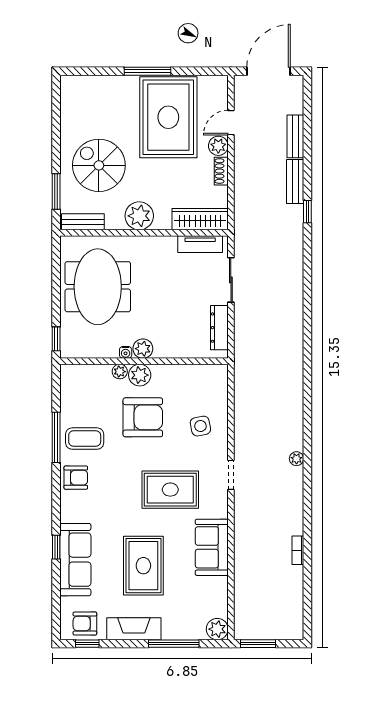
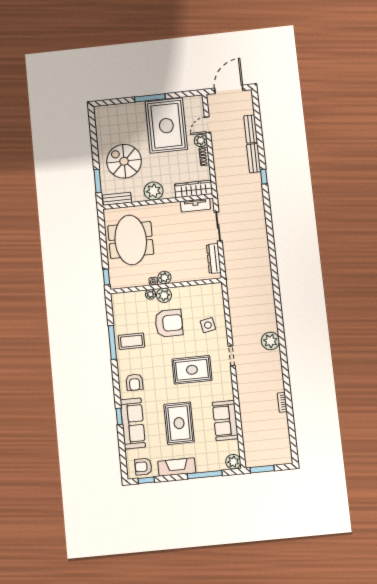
plant: (297, 459) -> (270, 341), width x1.88, depth x1.88
armchair: (76, 478) -> (134, 382), moved, turned 90
sofa: (212, 547) -> (225, 421), moved

